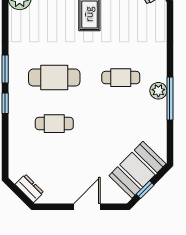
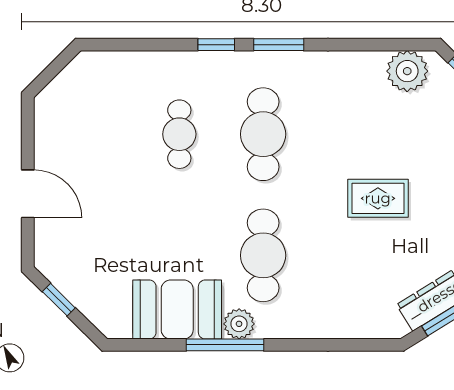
cafe table: (121, 78) -> (263, 255), width x1.37, depth x1.35
booth: (137, 170) -> (177, 309), moved, turned -45
dresser: (29, 188) -> (61, 89), removed

